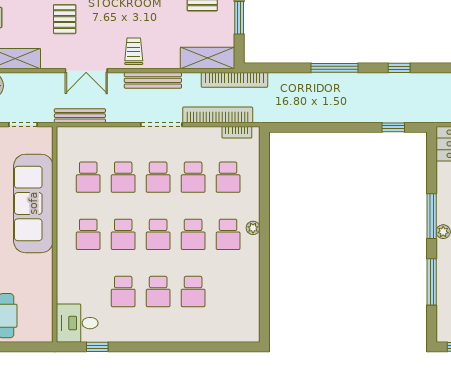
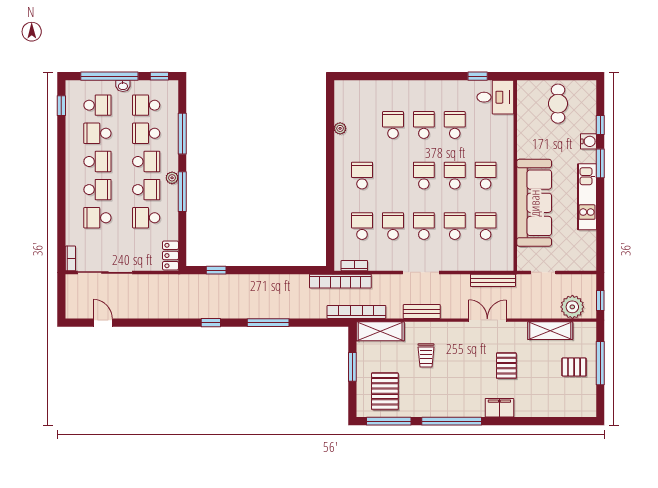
trolley: (134, 51) -> (426, 355), moved
bench: (153, 80) -> (422, 312), width x0.73
bookcase: (218, 115) -> (340, 281), moved
plant: (253, 228) -> (340, 128), moved
school desk: (193, 234) -> (393, 176), removed

